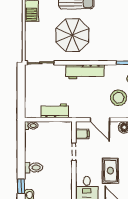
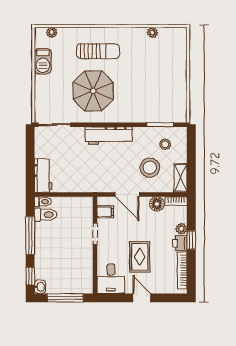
workbench: (55, 111) -> (43, 176), moved, turned 90
window: (21, 153) -> (30, 236), added
toilet: (34, 168) -> (46, 215), moved

